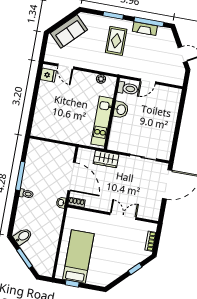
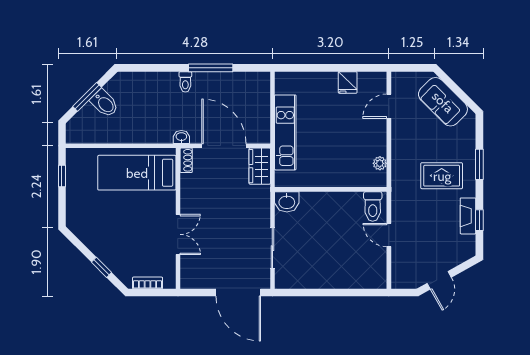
window: (149, 22) -> (479, 220), width x0.46
fridge: (48, 75) -> (348, 82), moved
washbasin: (121, 110) -> (287, 202), moved
kitchen unit: (102, 121) -> (285, 132), moved, turned 90
wardrobe: (106, 159) -> (260, 166), moved
door: (72, 176) -> (224, 146), swing flipped
bidet: (23, 236) -> (104, 103), moved
bed: (78, 257) -> (137, 173), moved, turned 180

